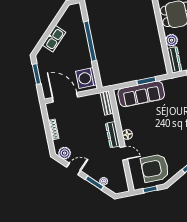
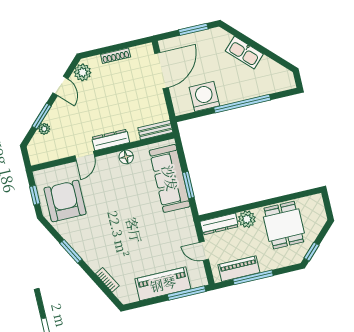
washing machine: (86, 78) -> (204, 96), moved
floor lamp: (127, 134) -> (126, 157), moved

